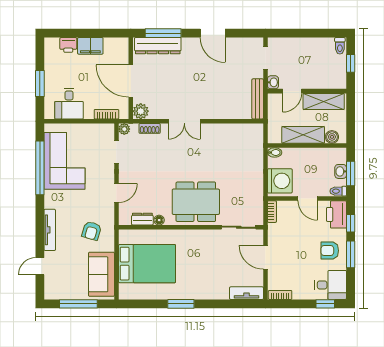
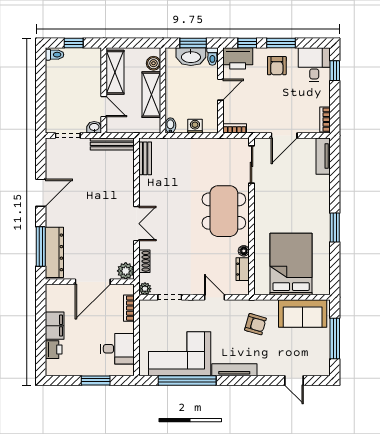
bench: (244, 129) -> (145, 158), added
washbasin: (341, 171) -> (191, 57), width x1.91, depth x1.45
washing machine: (280, 181) -> (195, 126), width x0.53, depth x0.53
tv unit: (50, 230) -> (234, 370), moved

